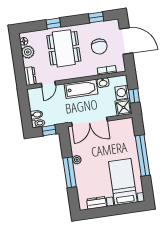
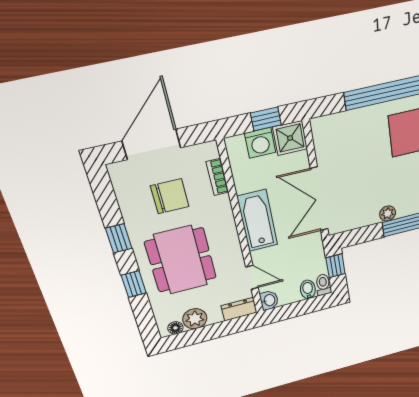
window: (96, 17) -> (119, 238), moved
dining table: (64, 48) -> (181, 260), turned 90
washbasin: (103, 83) -> (269, 300), moved
double door: (89, 122) -> (319, 199), swing flipped

